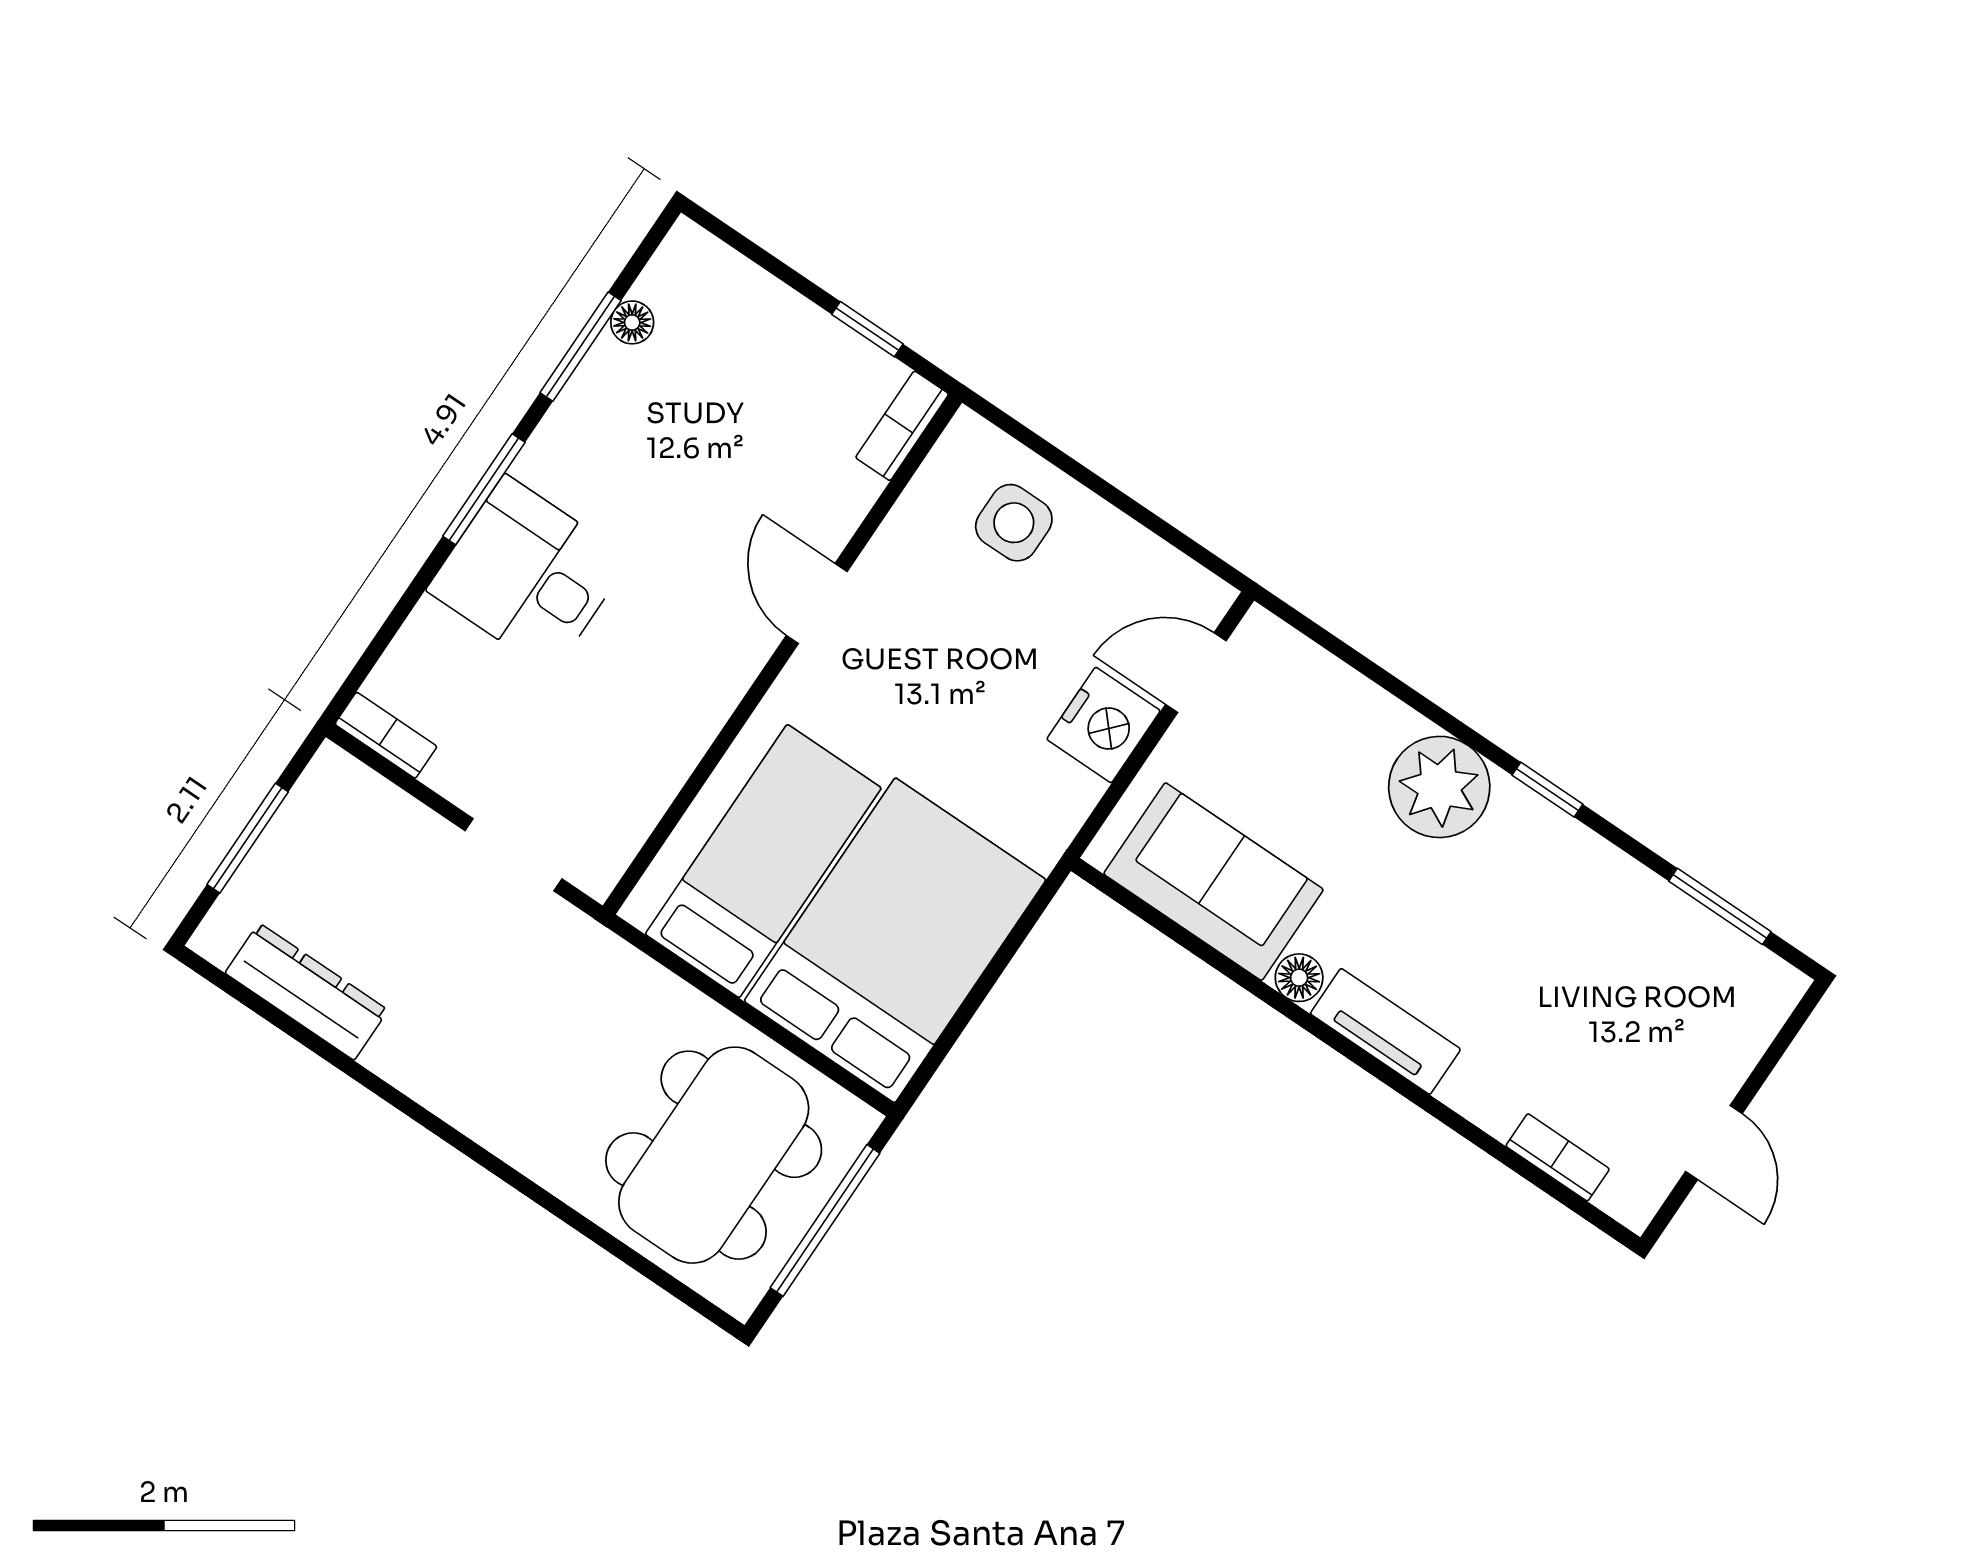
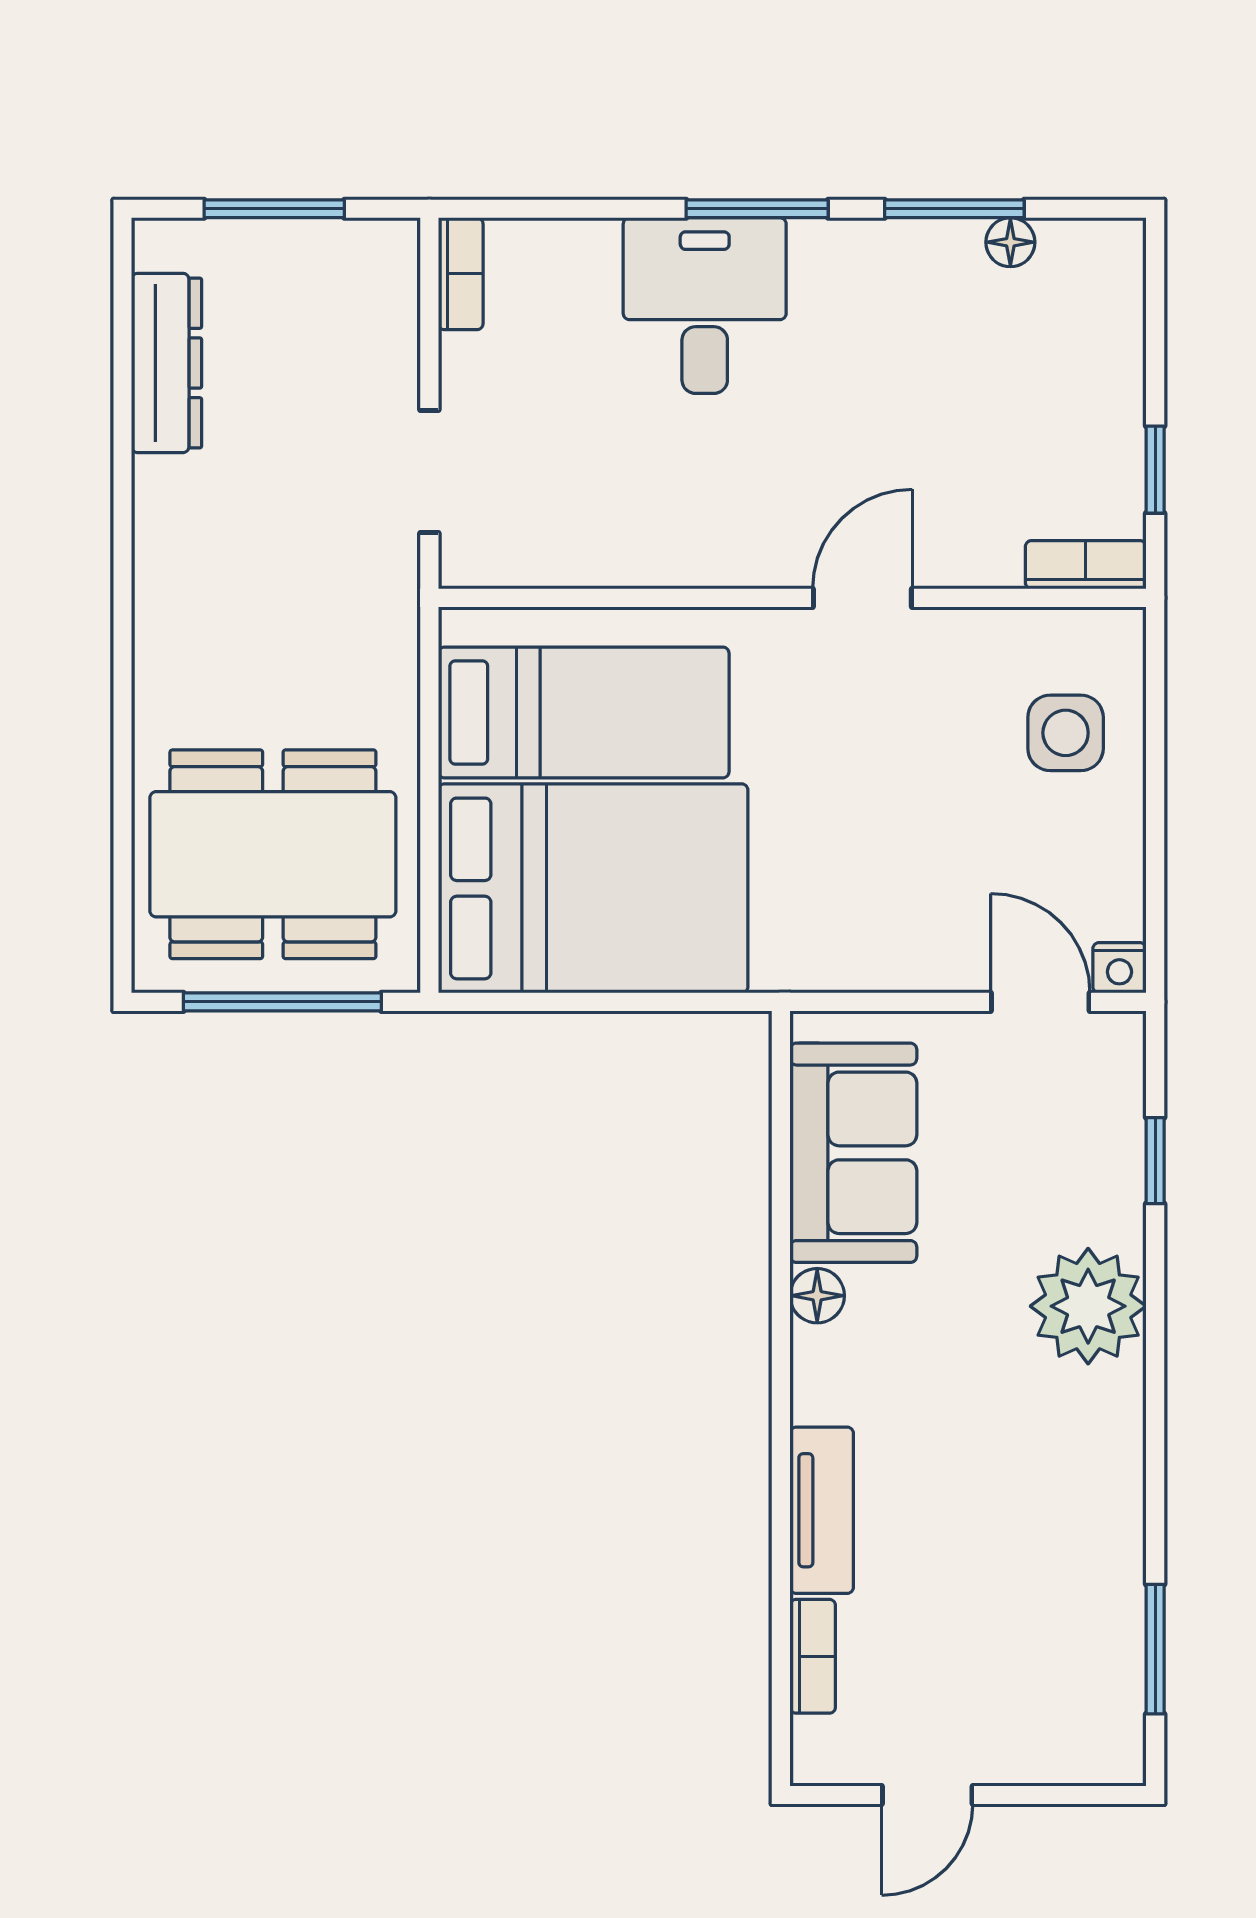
nightstand: (1103, 725) -> (1119, 968), moved, width x0.53, depth x0.56
window: (1547, 790) -> (1155, 1161), moved
tv unit: (1385, 1031) -> (822, 1510), moved

